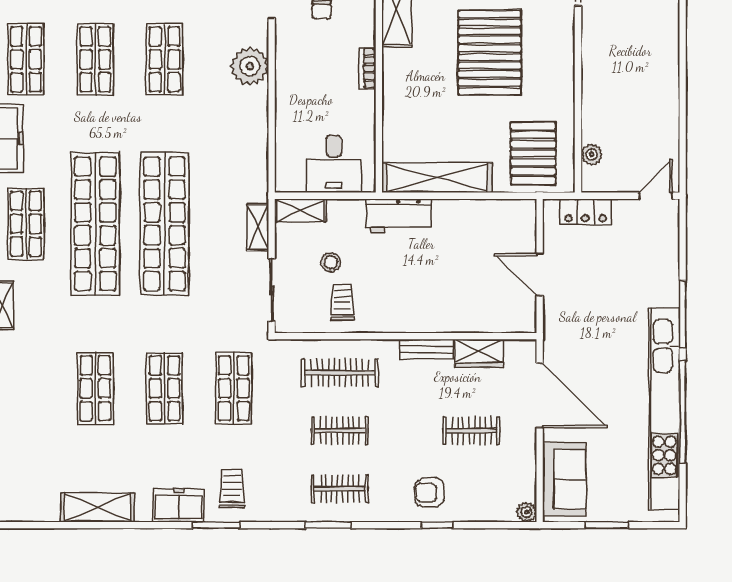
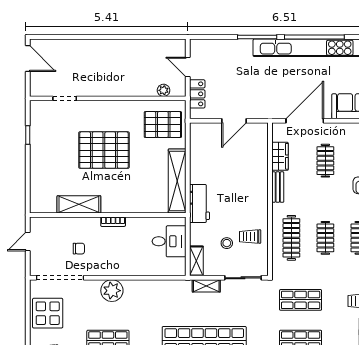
door: (656, 196) -> (188, 67), moved

